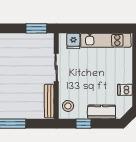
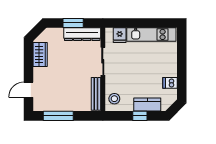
window: (36, 28) -> (73, 23), moved
dresser: (35, 40) -> (82, 34), added
window: (84, 124) -> (140, 116), moved

